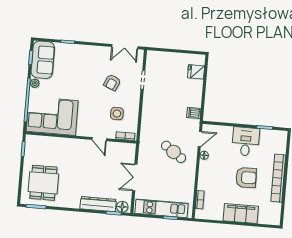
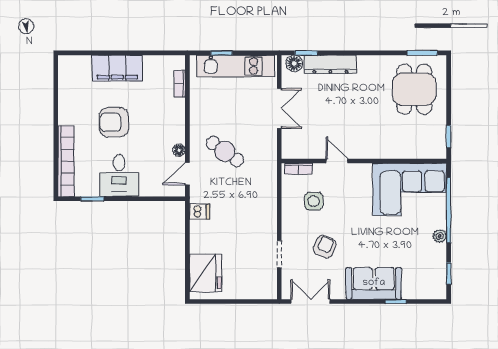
sofa: (43, 60) -> (374, 283), moved, turned 90
fridge: (196, 72) -> (205, 273), width x1.88, depth x1.34
bookcase: (278, 178) -> (66, 161), moved

